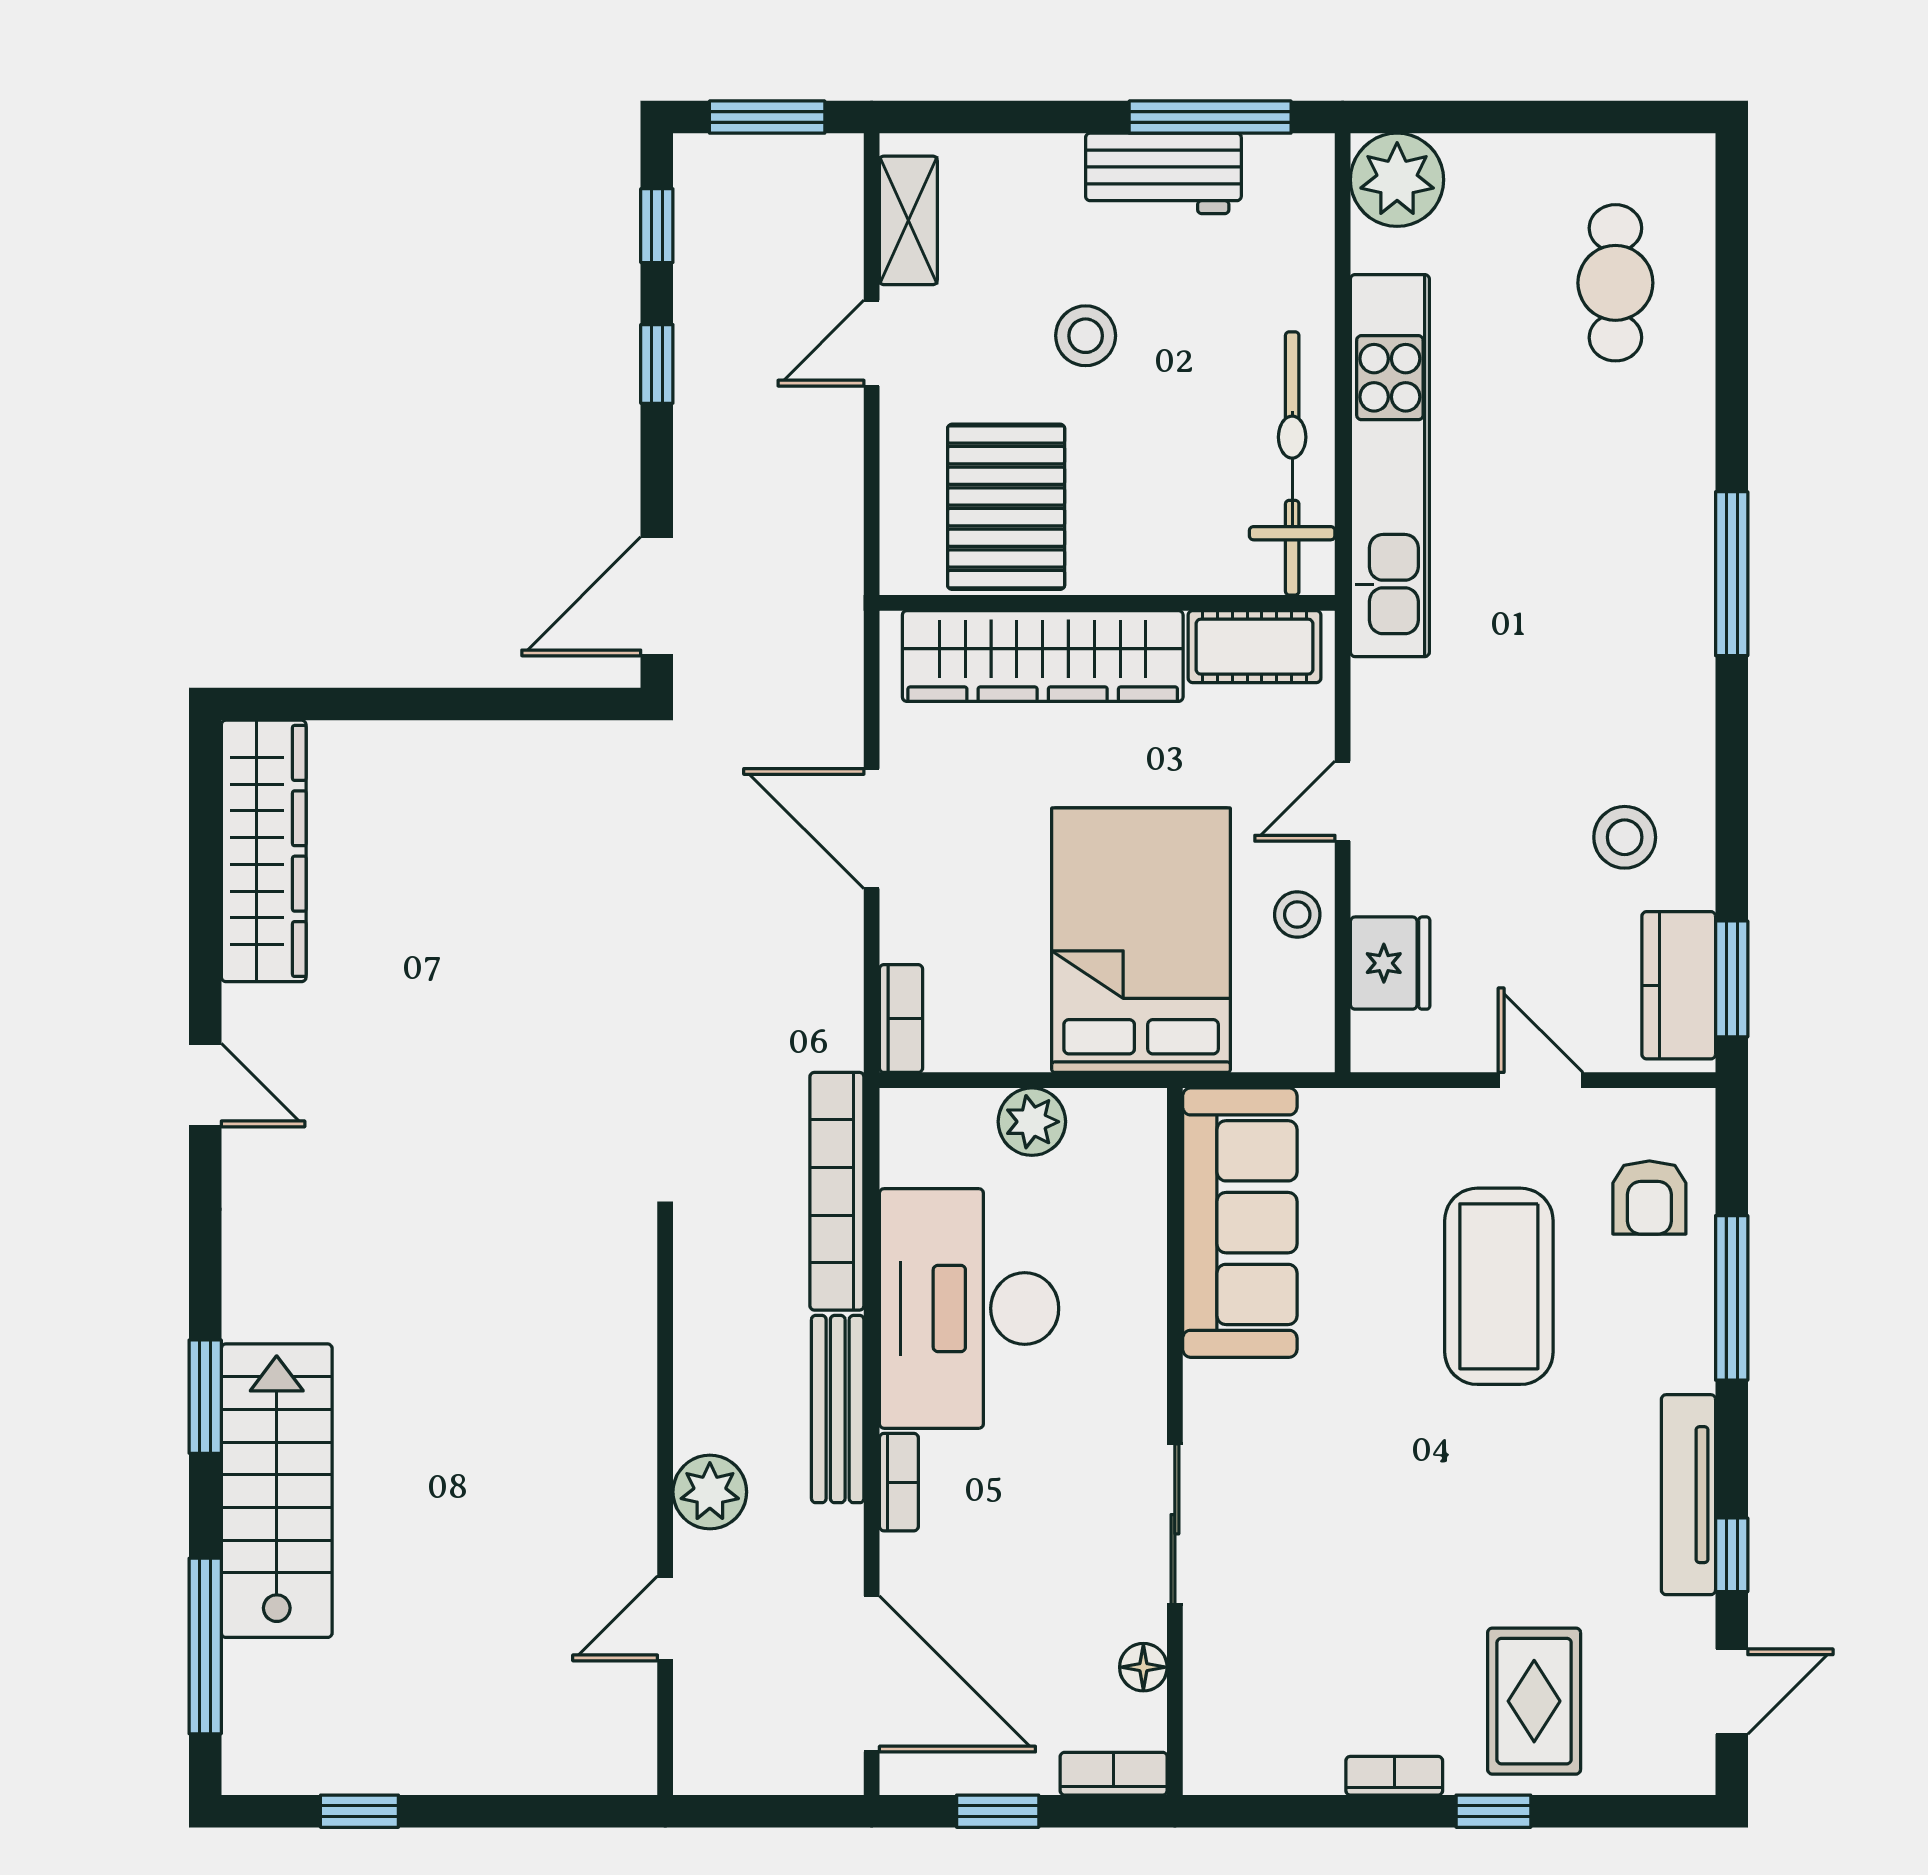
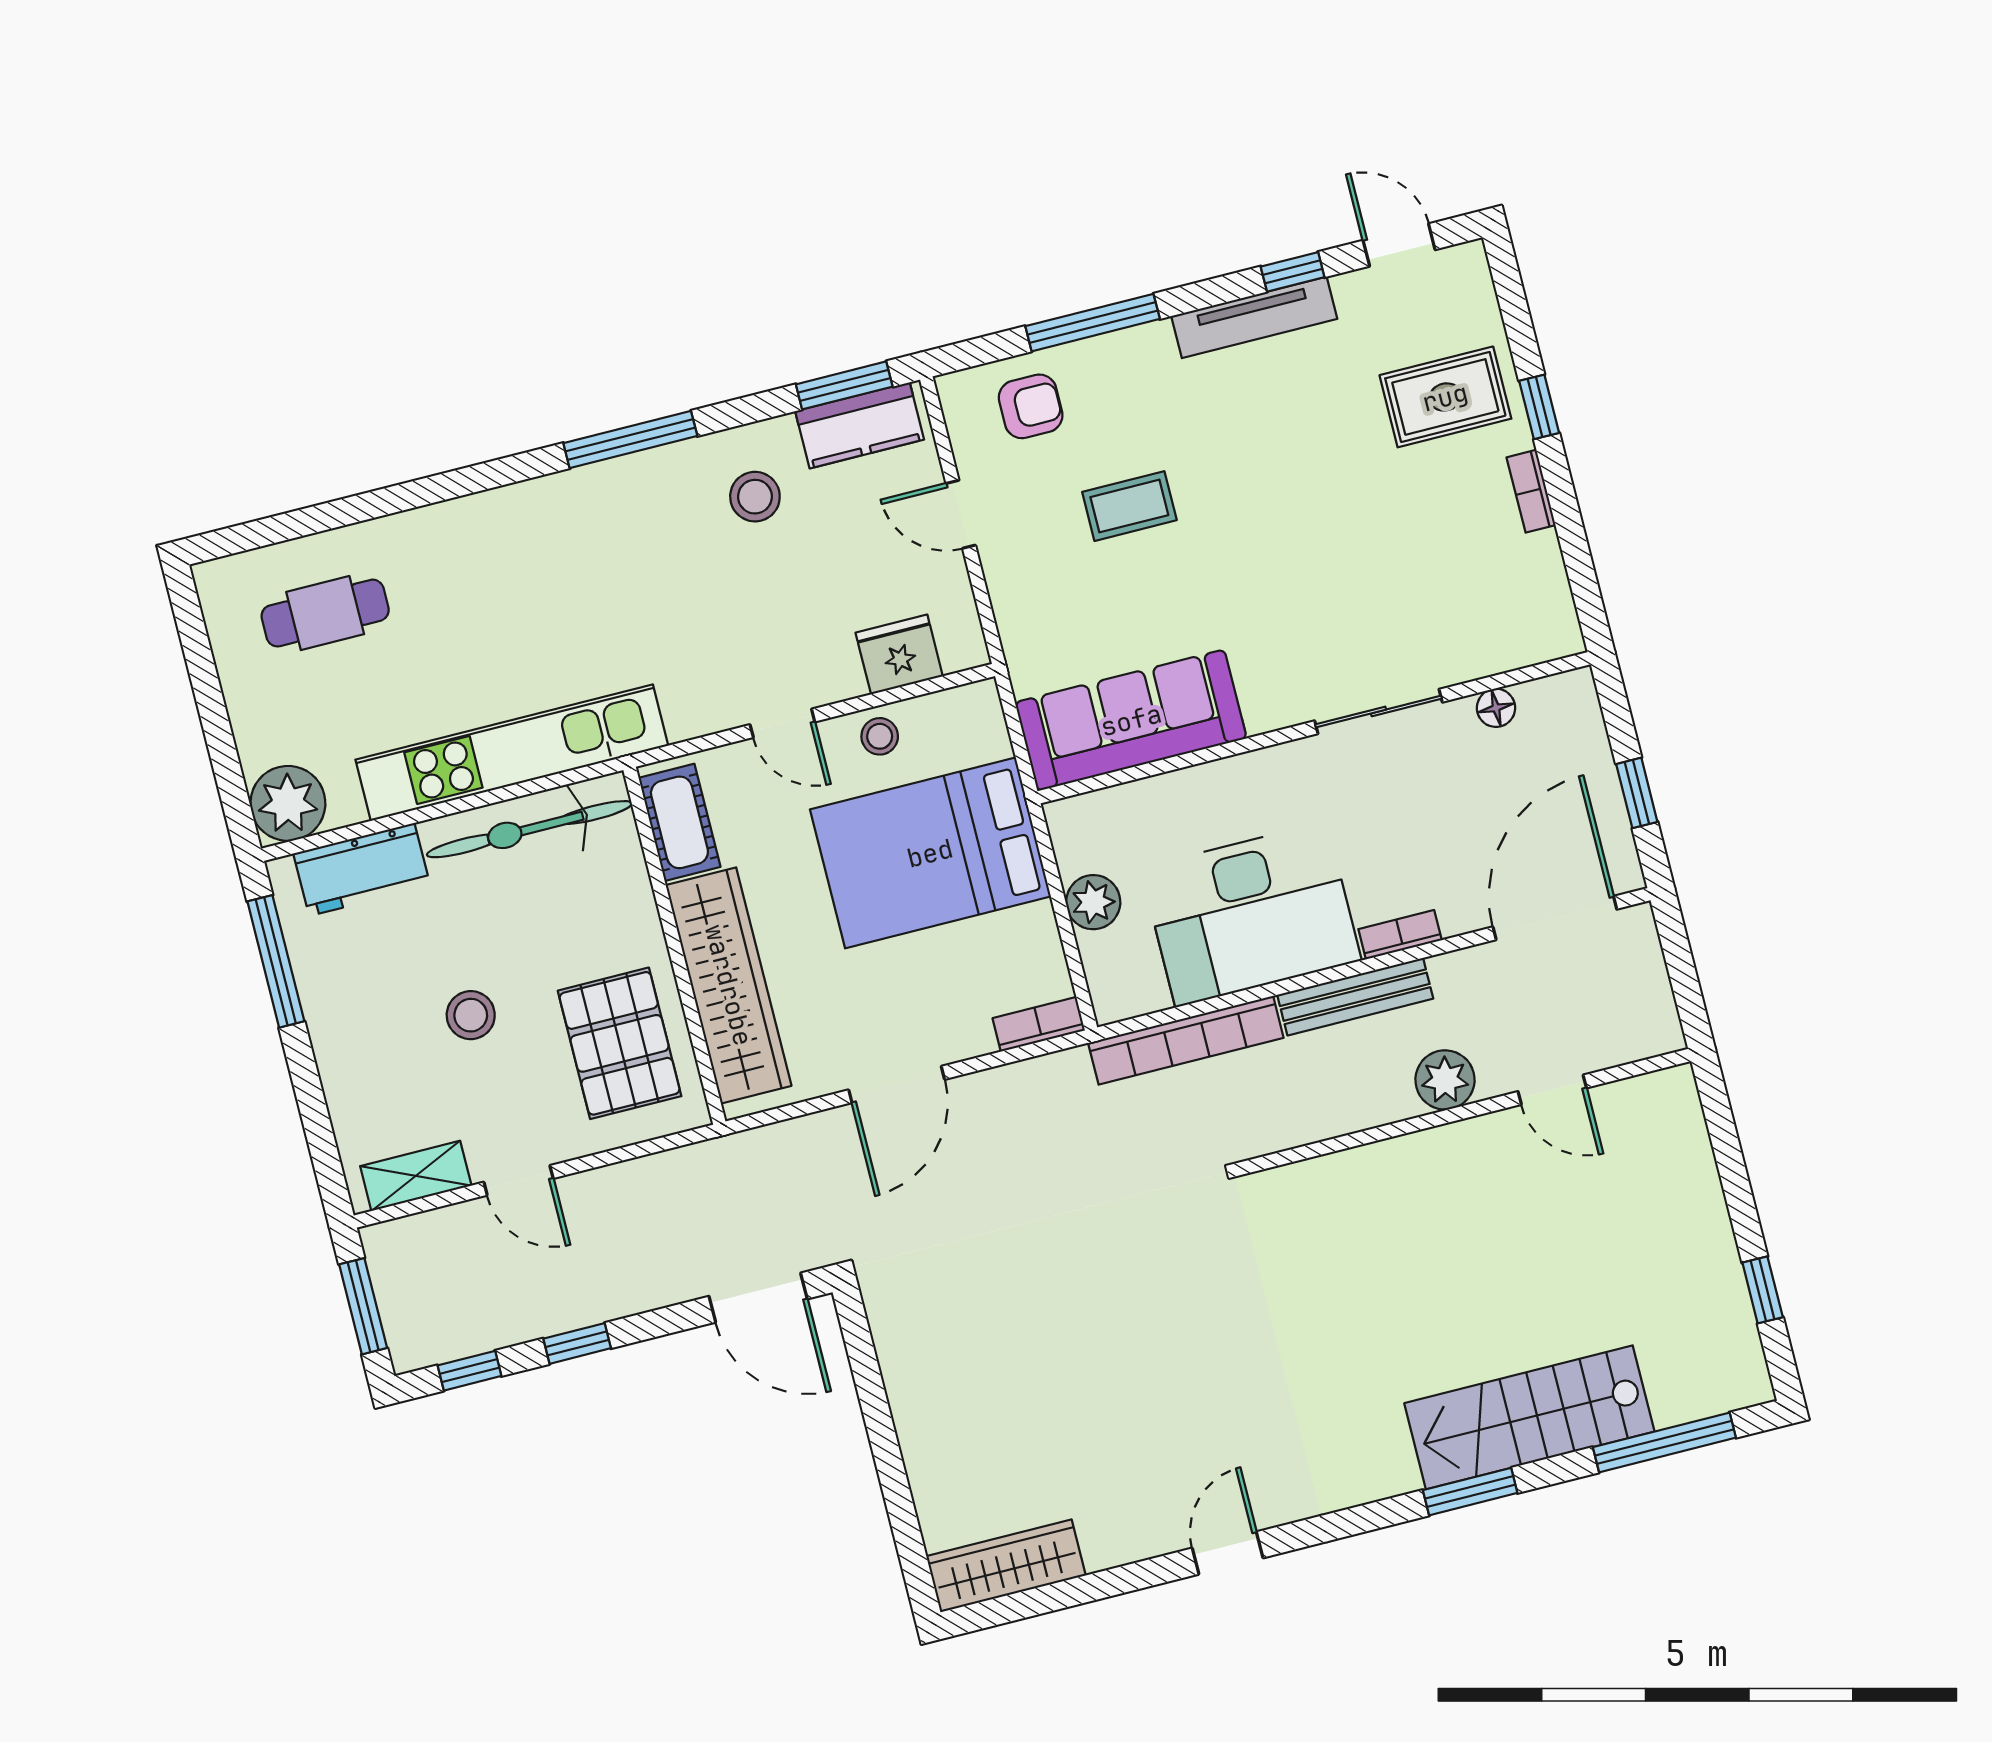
workbench: (1163, 173) -> (362, 870), moved, turned 90
pallet: (1006, 507) -> (620, 1043), turned 90
window: (1732, 574) -> (630, 440), moved
wardrobe: (264, 851) -> (1006, 1566), width x0.71, depth x0.85
door: (1541, 1080) -> (961, 514), hinge flipped
coffee table: (1499, 1286) -> (1129, 506), width x0.54, depth x0.58
bookcase: (1114, 1774) -> (1585, 710), removed

